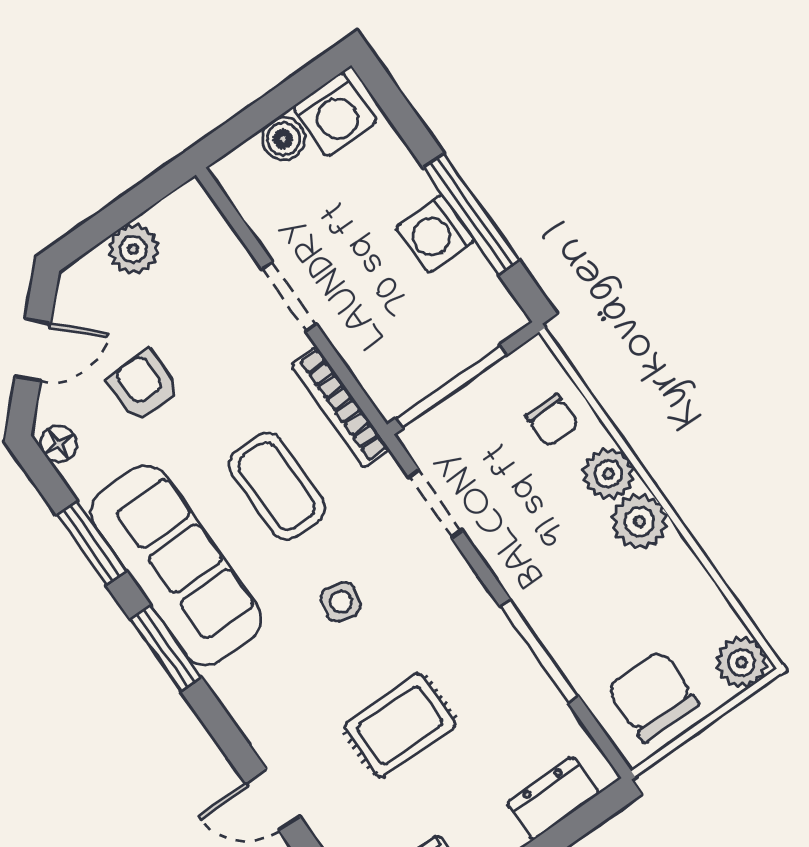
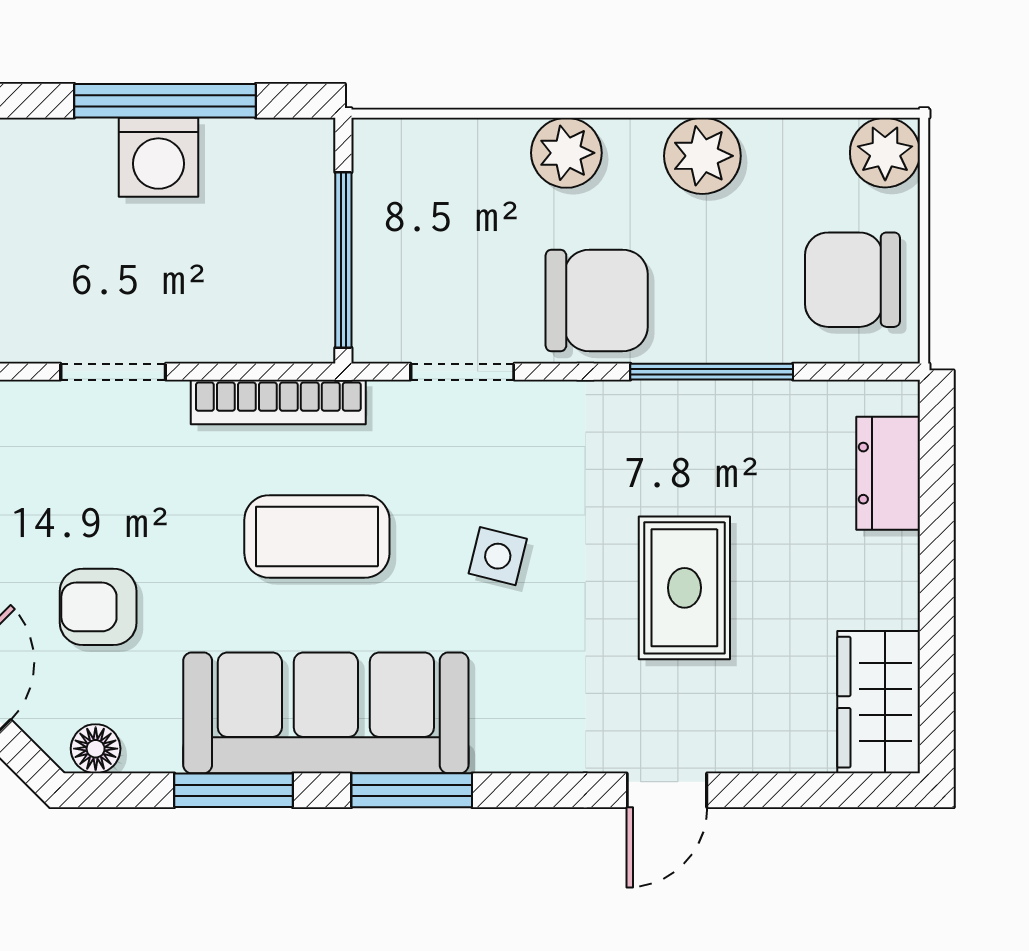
chair: (552, 420) -> (597, 301), moved, width x1.87, depth x1.87
plant: (639, 522) -> (702, 156), moved

